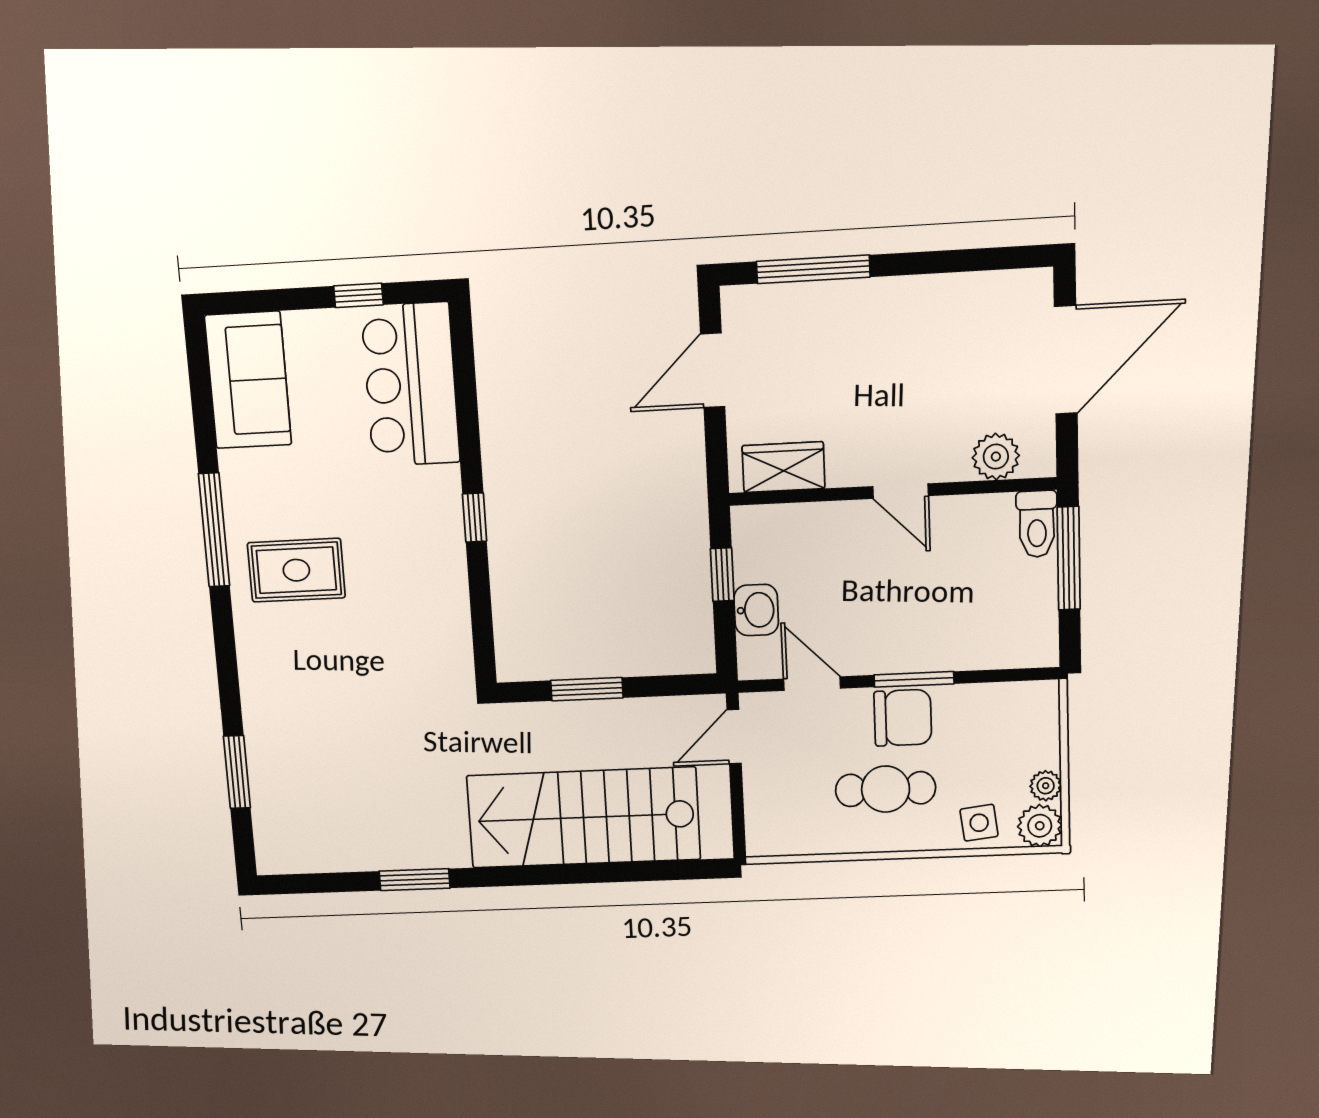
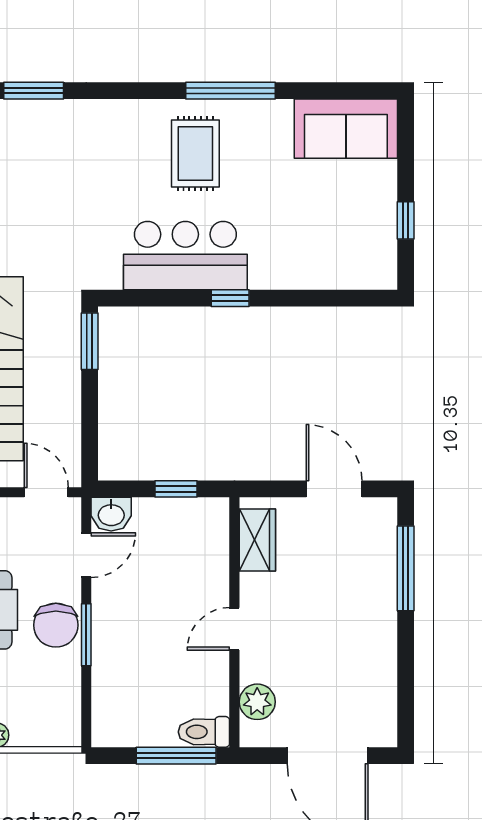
bar counter: (411, 384) -> (185, 256), moved
washbasin: (756, 610) -> (111, 514), moved
window: (587, 689) -> (90, 341), moved

